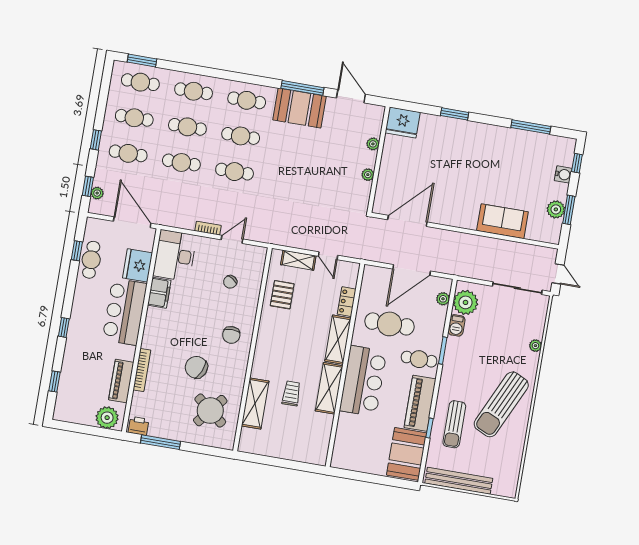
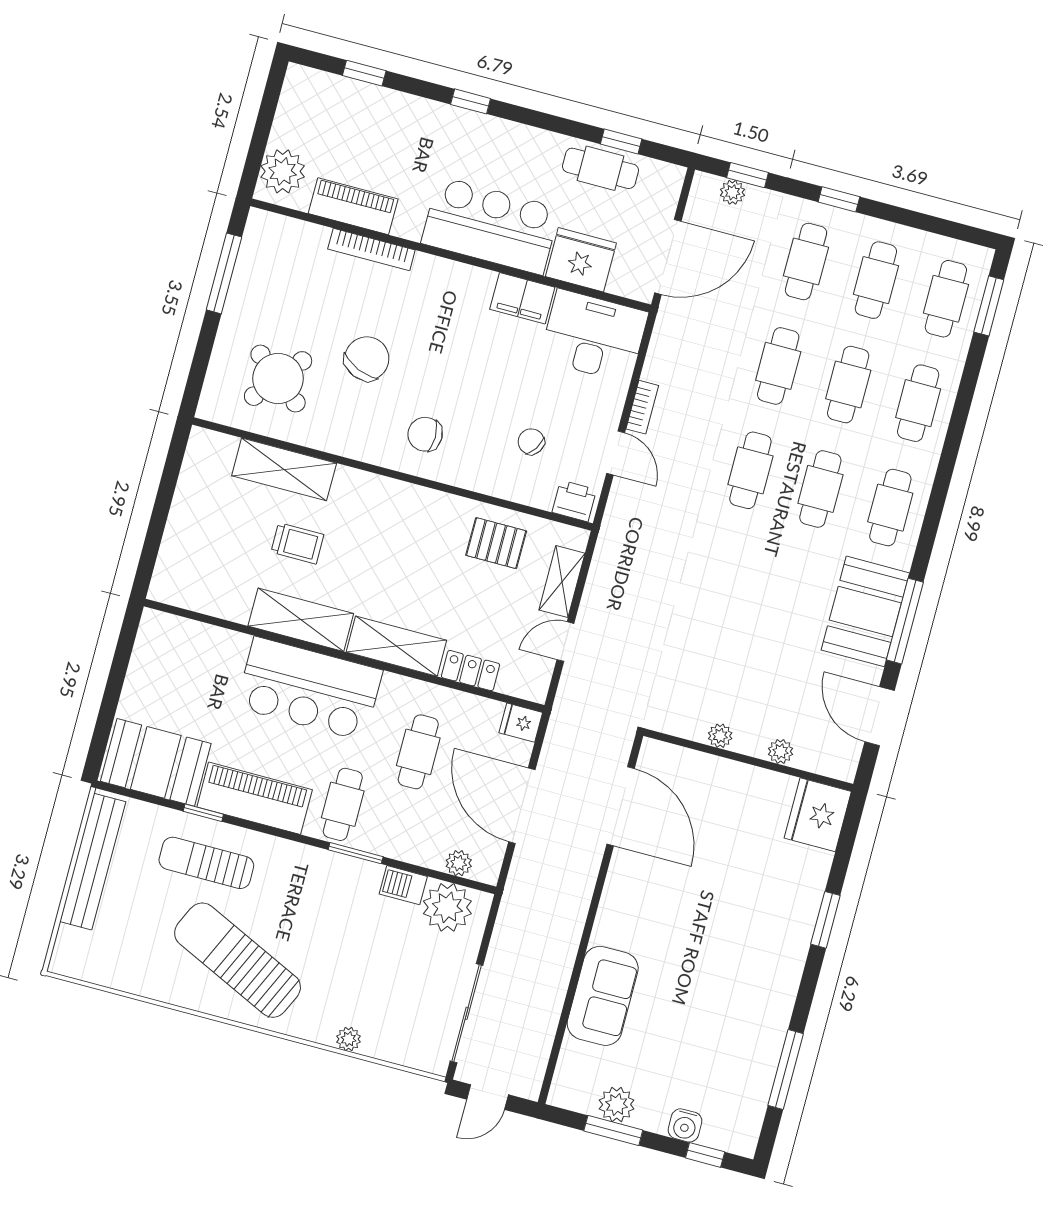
door: (351, 96) -> (880, 716), swing flipped
fridge: (370, 274) -> (521, 723), added
cafe table: (389, 324) -> (418, 752), width x0.73, depth x0.74
printer: (138, 426) -> (574, 501), moved, turned -90

